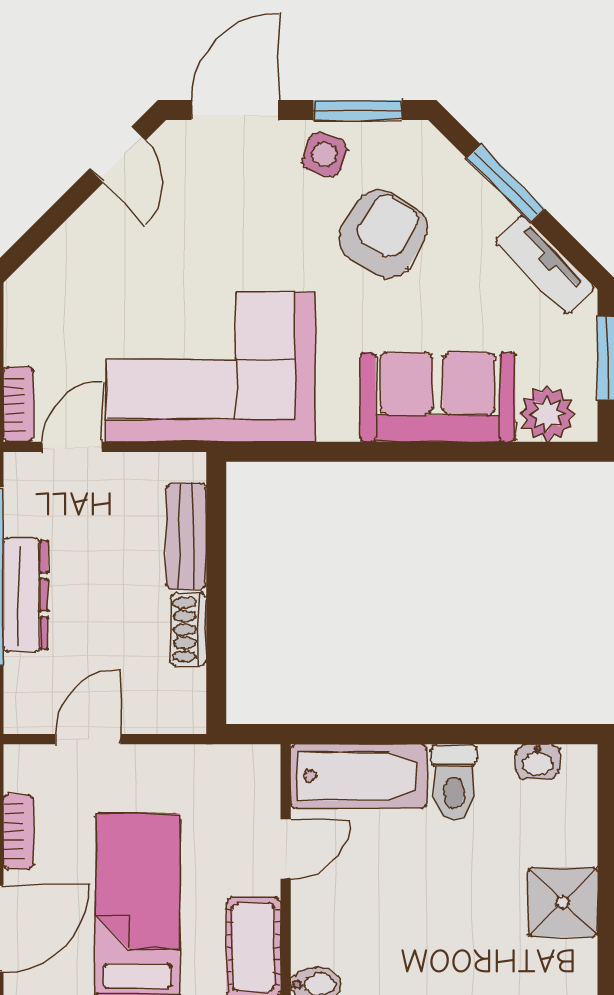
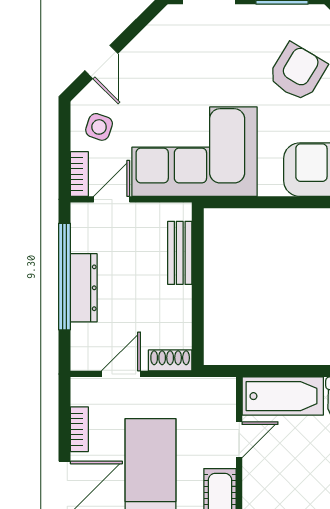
door: (117, 155) -> (101, 62), moved
side table: (324, 155) -> (99, 127), moved
shoe rack: (189, 629) -> (170, 360), moved, turned 90

